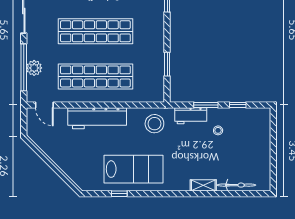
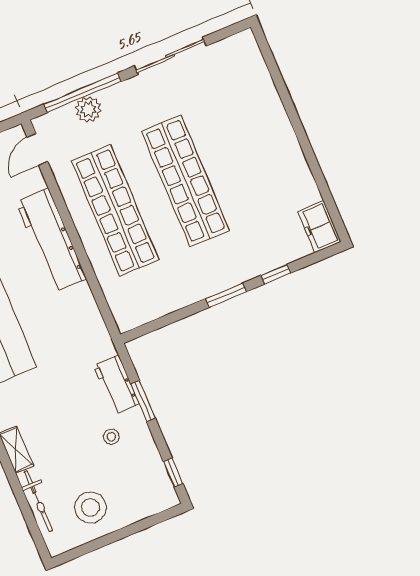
window: (167, 64) -> (226, 295), moved
window: (238, 105) -> (173, 472), moved
stool: (154, 124) -> (91, 508), moved

